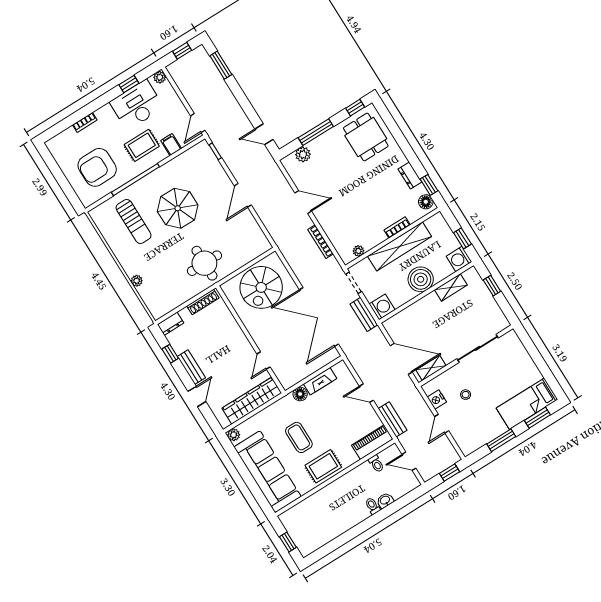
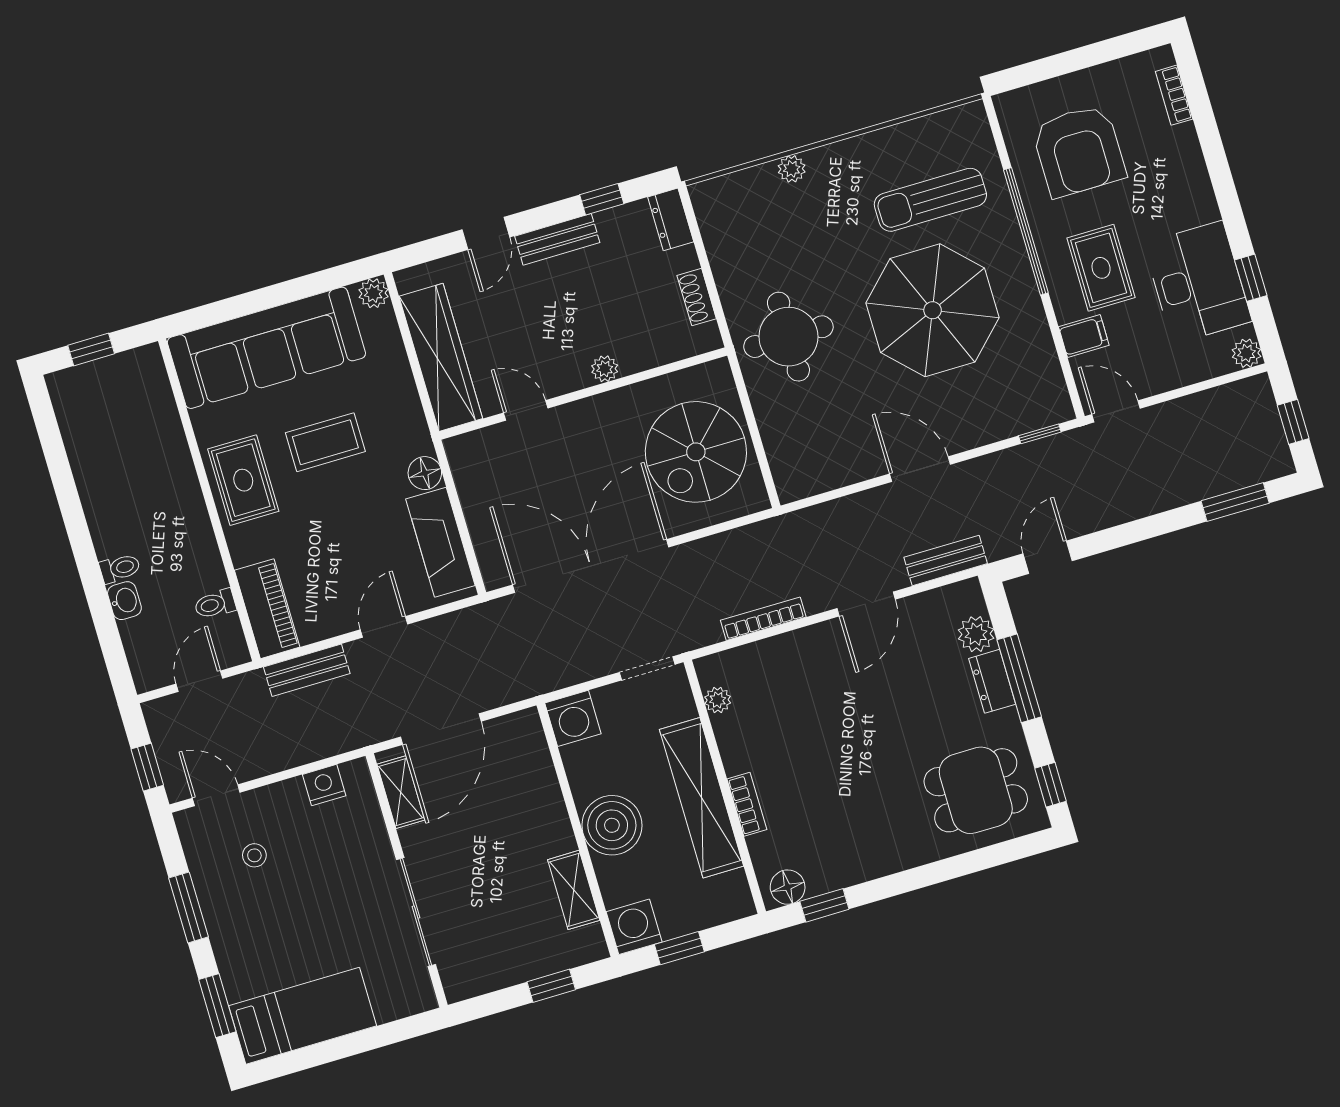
bookcase: (85, 122) -> (1174, 95), moved
armchair: (97, 167) -> (1079, 151), turned 180
dresser: (410, 175) -> (992, 681), moved, turned -90
parasol: (178, 208) -> (933, 310), width x1.36, depth x1.36
spiral stairs: (261, 287) -> (696, 452), turned -90
shoe rack: (203, 302) -> (697, 297), width x0.70
bench: (364, 314) -> (946, 560), moved
plant: (238, 333) -> (605, 369), added
fireplace: (320, 381) -> (440, 542), width x1.37, depth x1.32
stool: (466, 395) -> (254, 855), moved
door: (197, 396) -> (486, 233), hinge flipped
bed: (527, 404) -> (303, 1016), moved, turned 90
door: (442, 424) -> (216, 795), moved

